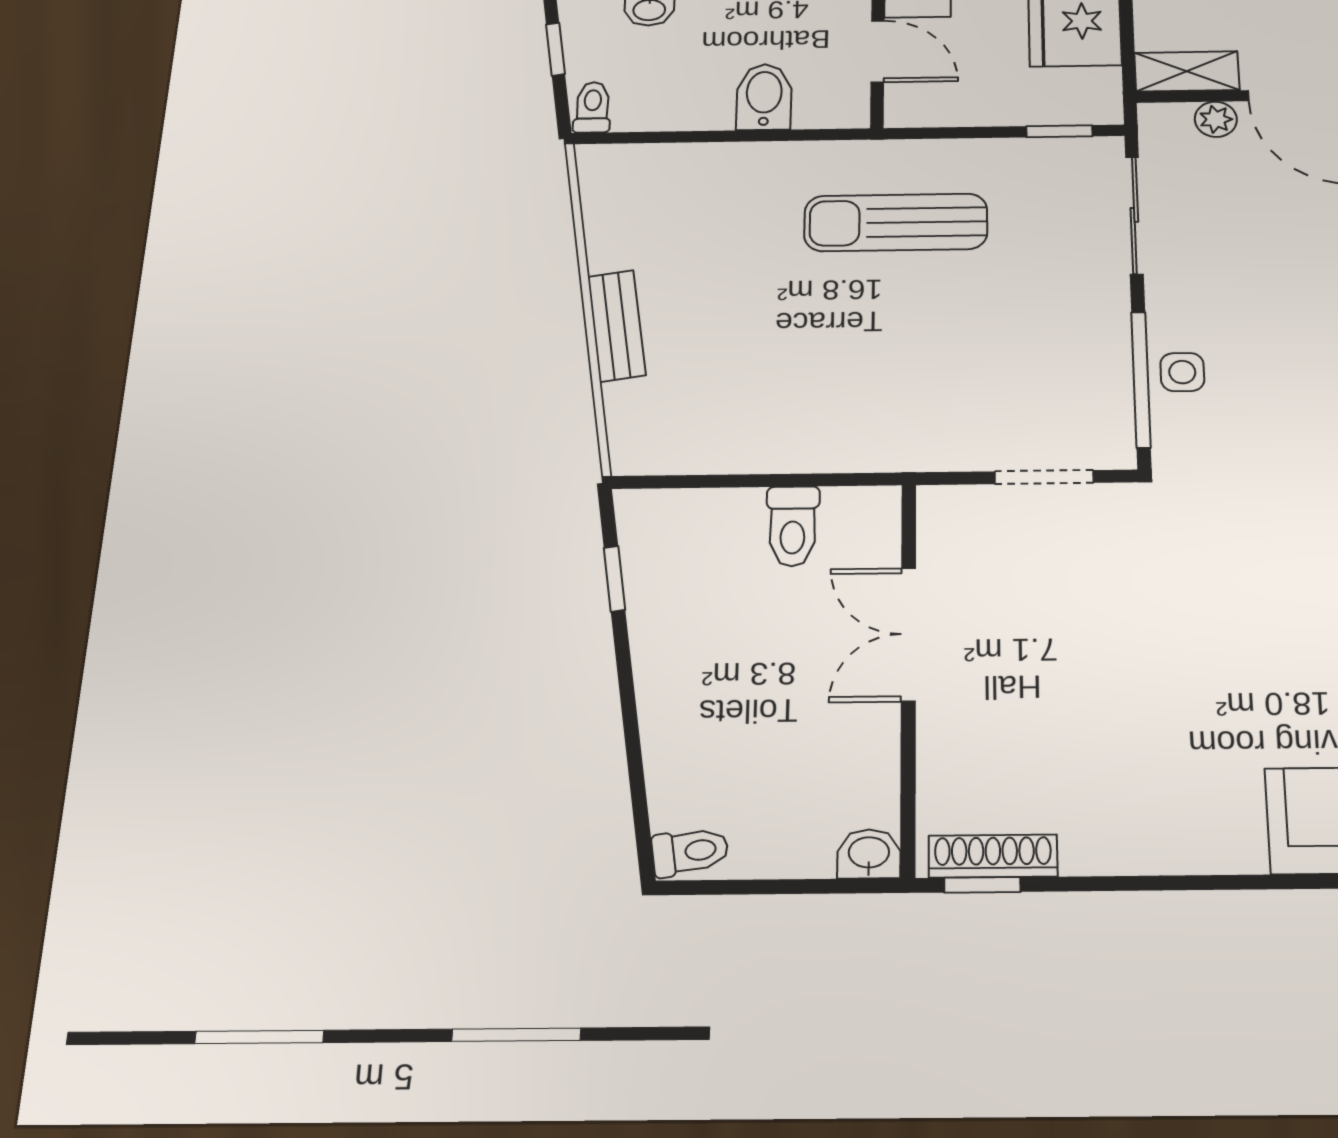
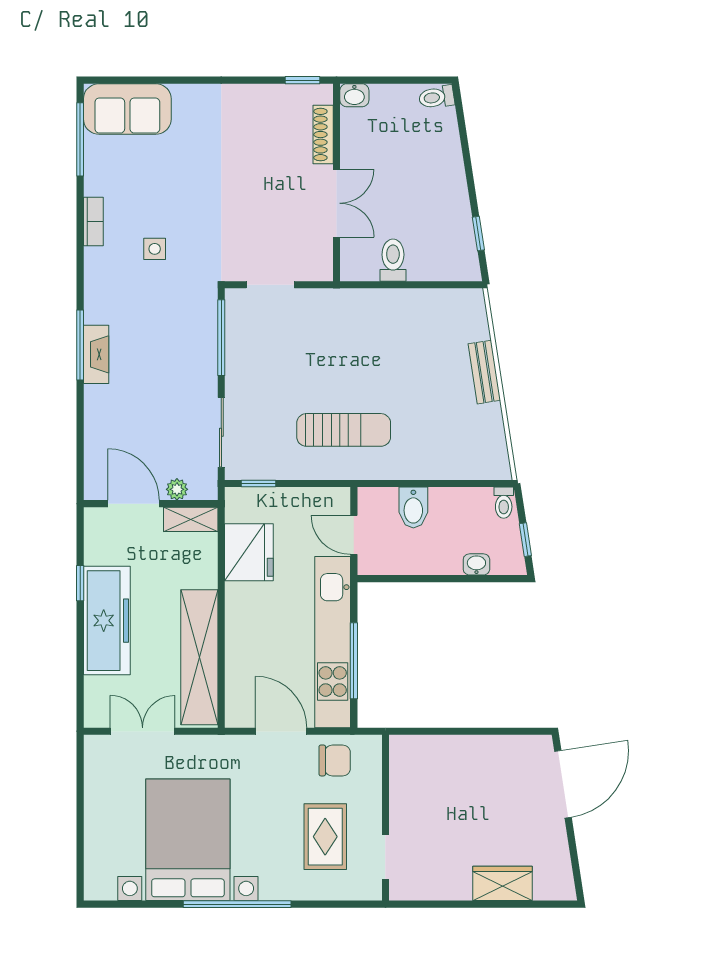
side table: (1182, 372) -> (155, 249), moved
shoe rack: (993, 856) -> (323, 135), moved, turned 90

